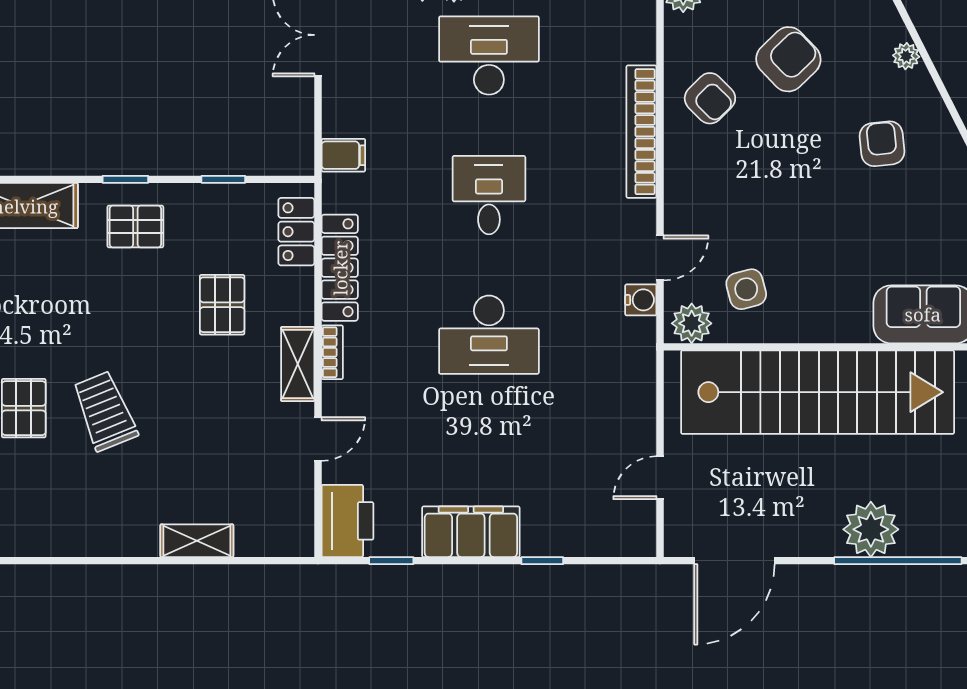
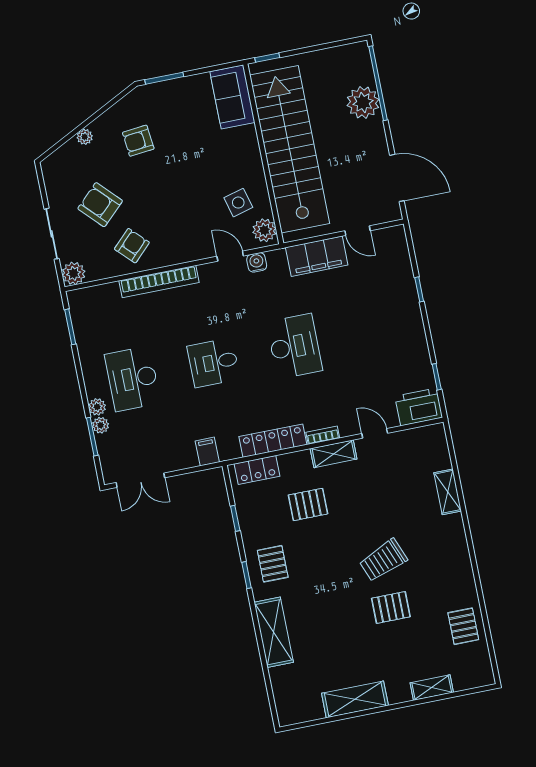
filing cabinet: (471, 532) -> (317, 256), moved, turned -90

